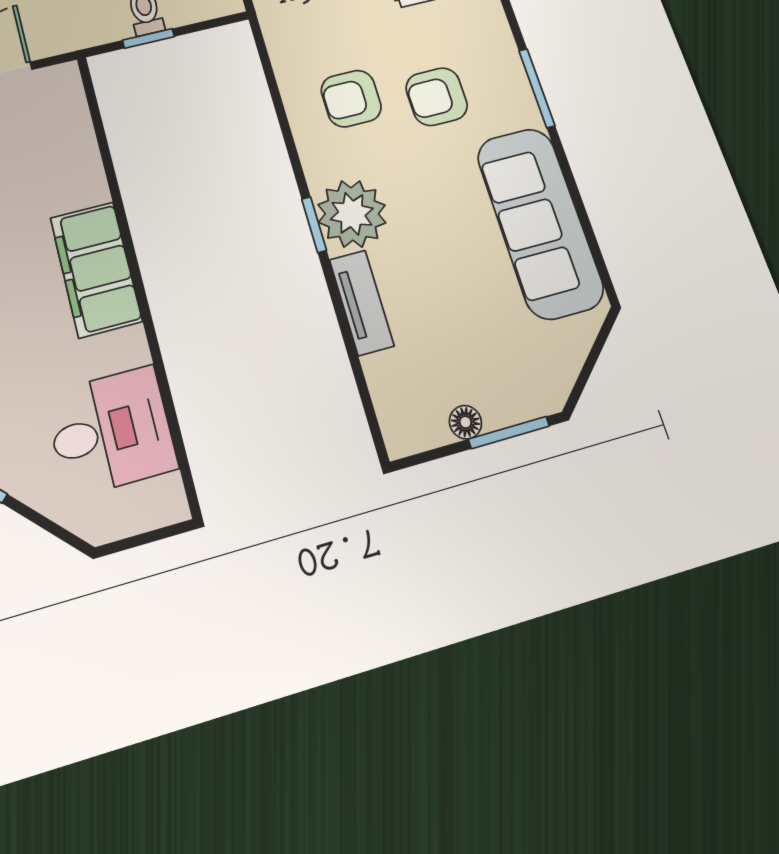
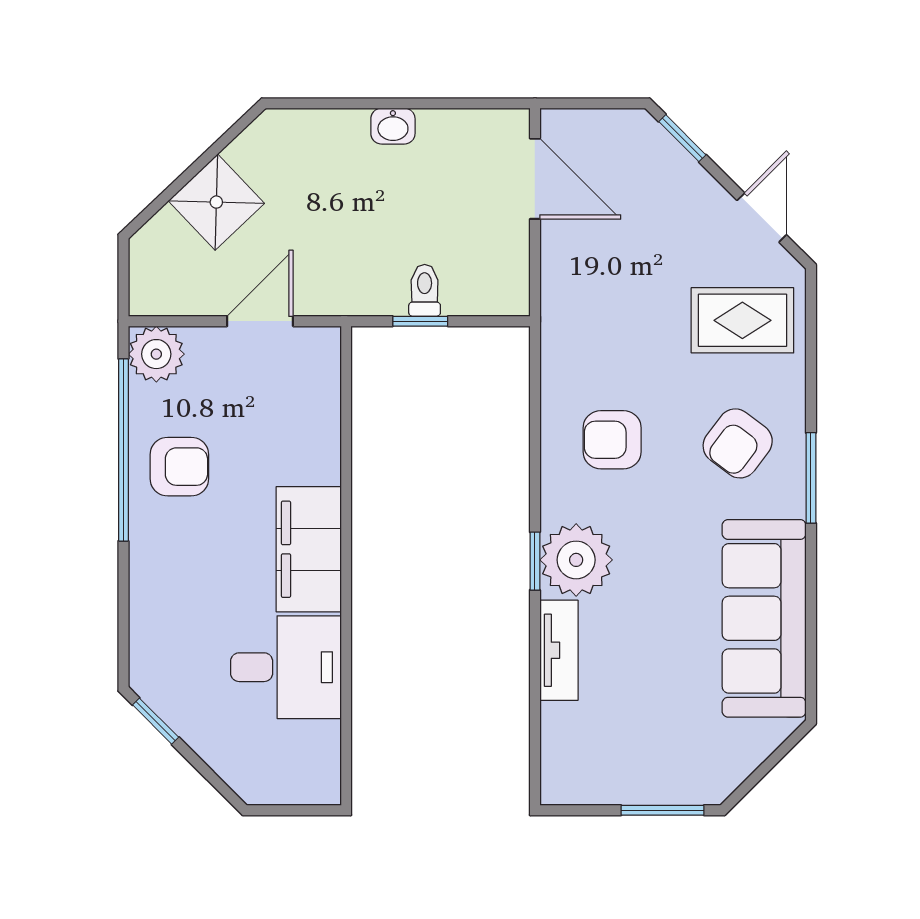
armchair: (437, 97) -> (738, 443), moved, turned -53
floor lamp: (465, 422) -> (624, 789), removed
desk: (111, 431) -> (286, 667), moved

